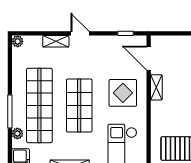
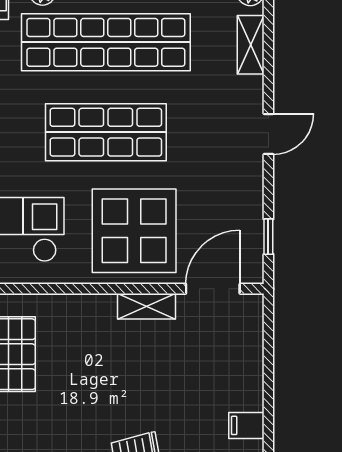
shelving: (56, 41) -> (251, 45), moved
display table: (123, 93) -> (134, 231), width x1.36, depth x1.36

